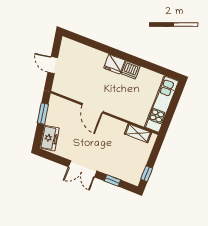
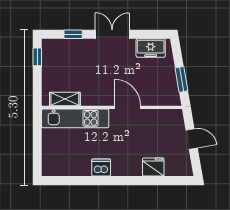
fridge: (114, 64) -> (153, 167), moved
kitchen unit: (161, 104) -> (75, 118), moved, turned 90
freezer: (49, 138) -> (151, 48), moved, turned -80

